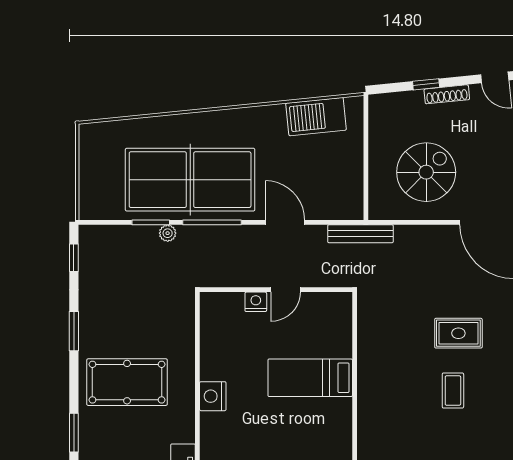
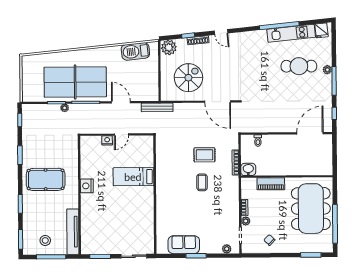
plant: (386, 109) -> (169, 47), added

